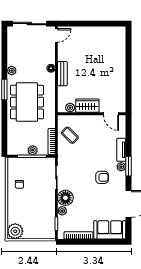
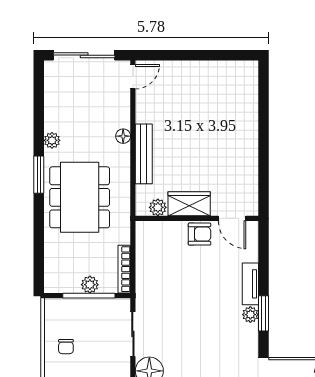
bench: (62, 74) -> (144, 154), width x1.36
coffee table: (70, 135) -> (157, 257), removed
armchair: (102, 177) -> (199, 234), moved

